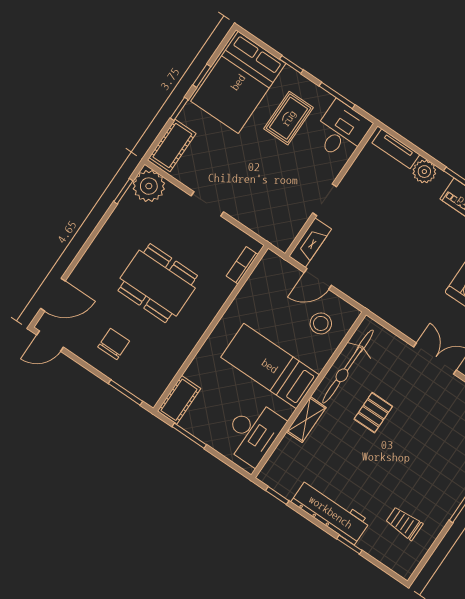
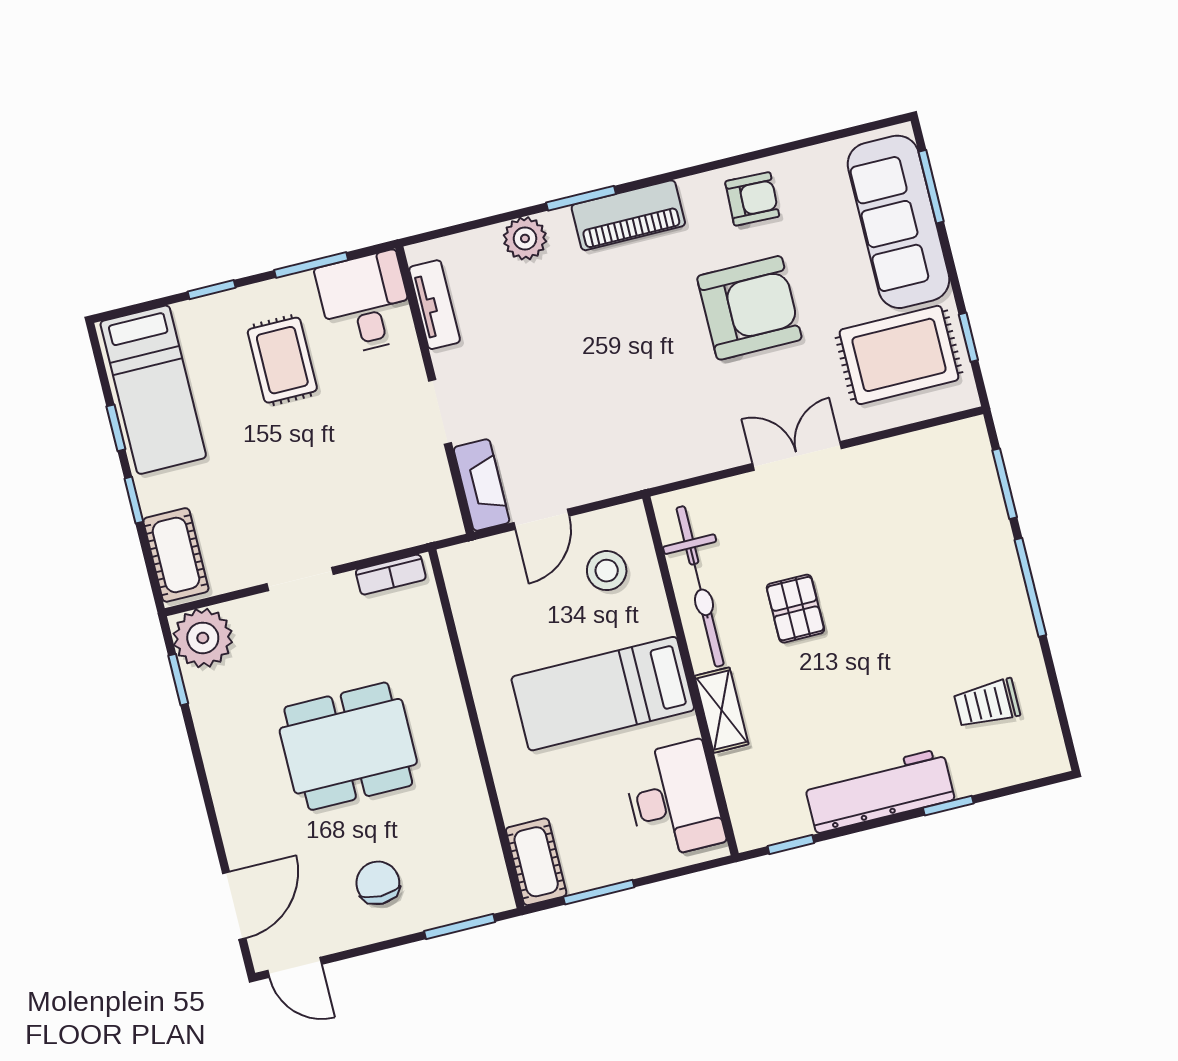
bed: (238, 82) -> (153, 390), width x0.67
tv unit: (396, 149) -> (435, 305), moved, turned -90
bookcase: (242, 265) -> (391, 575), moved, turned -90
door: (50, 341) -> (295, 967), hinge flipped

